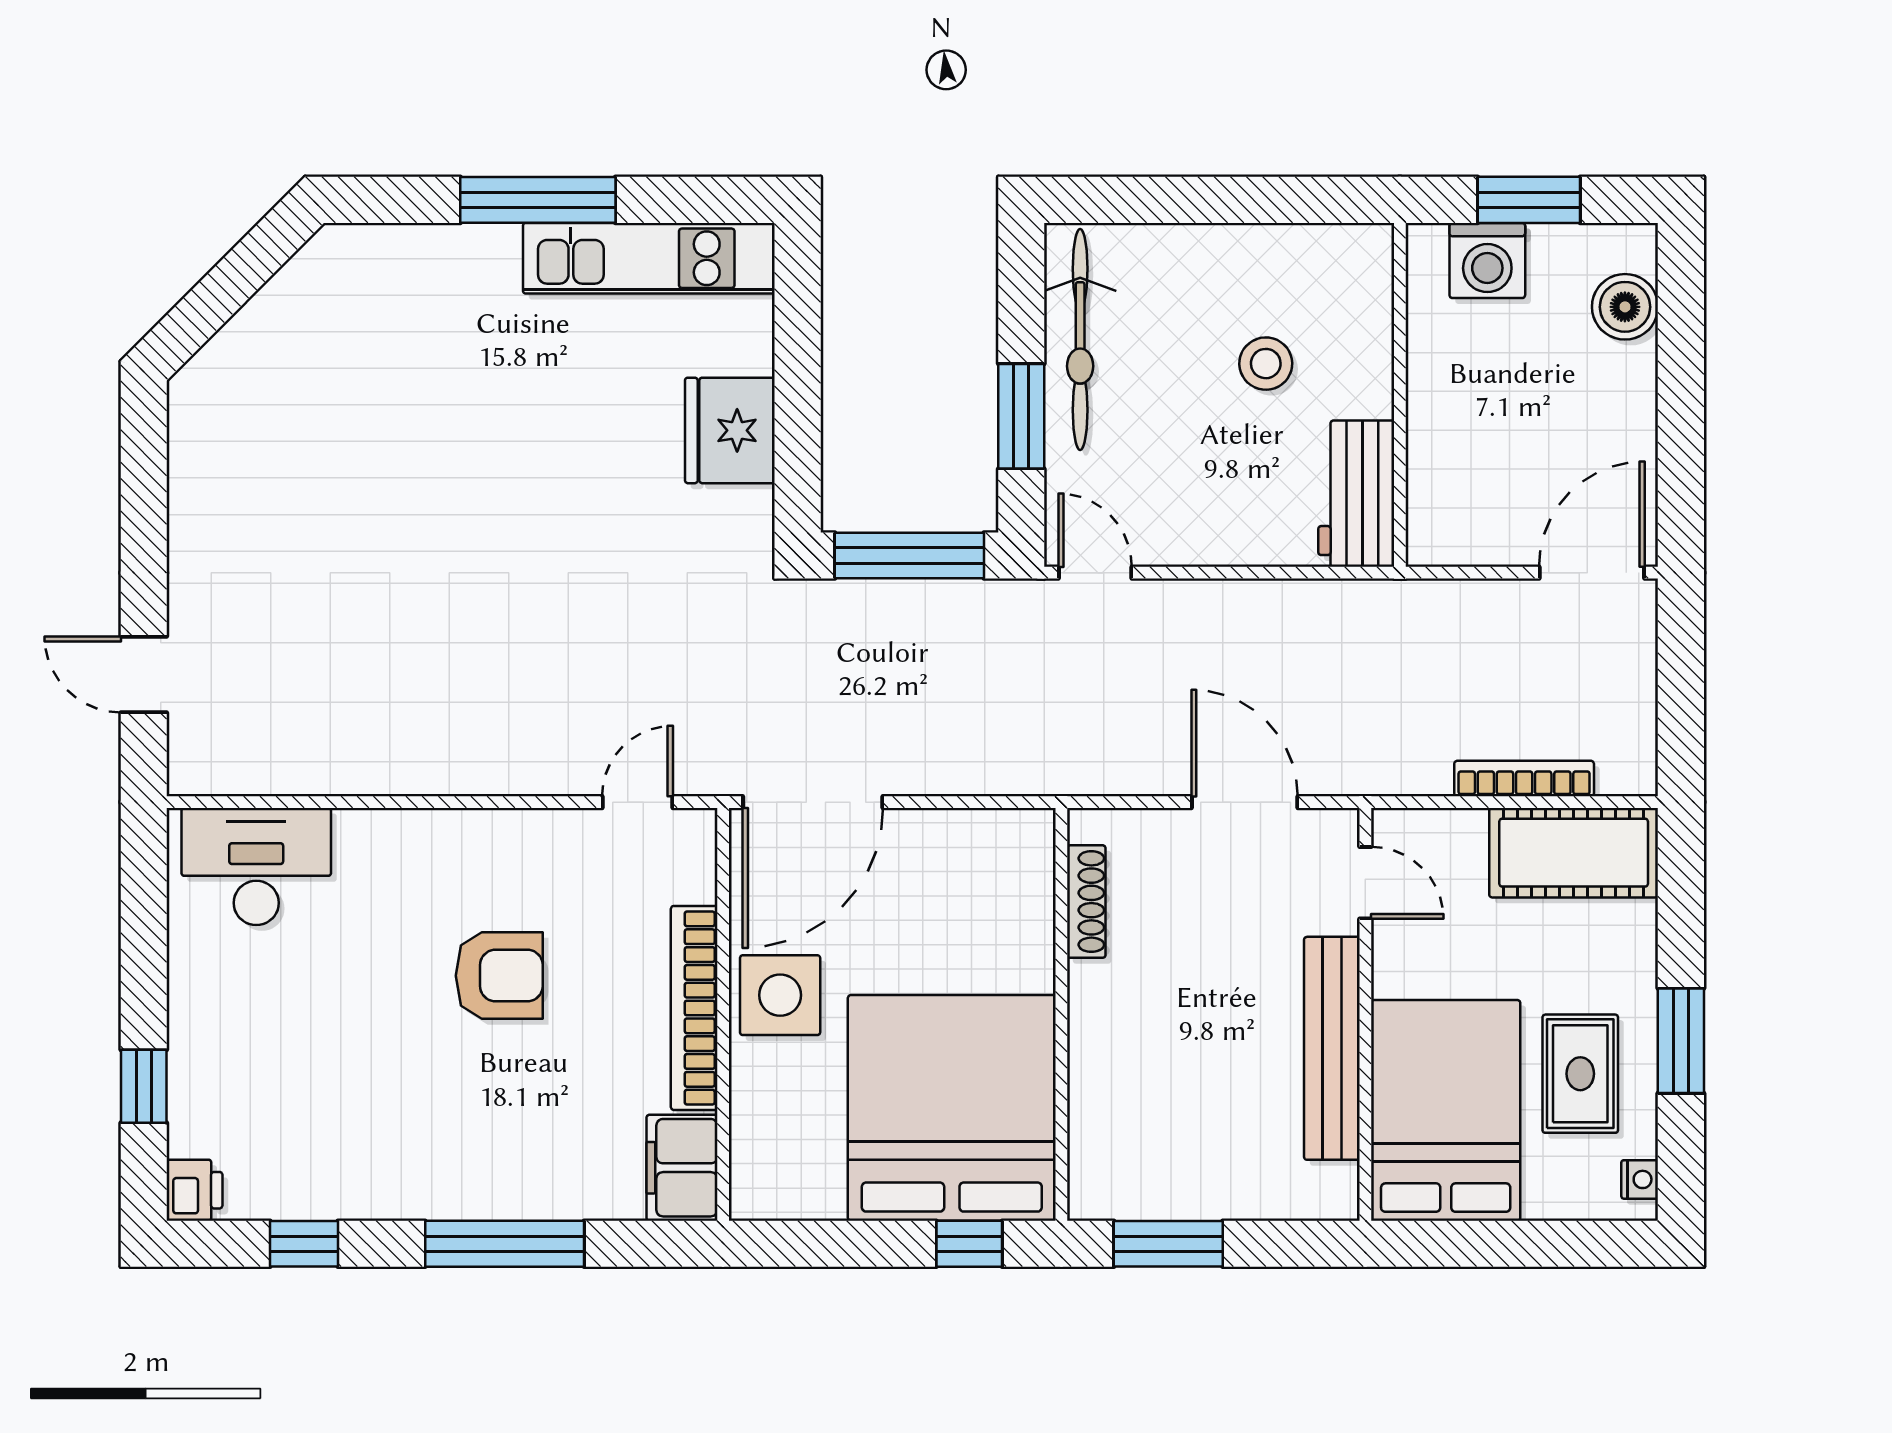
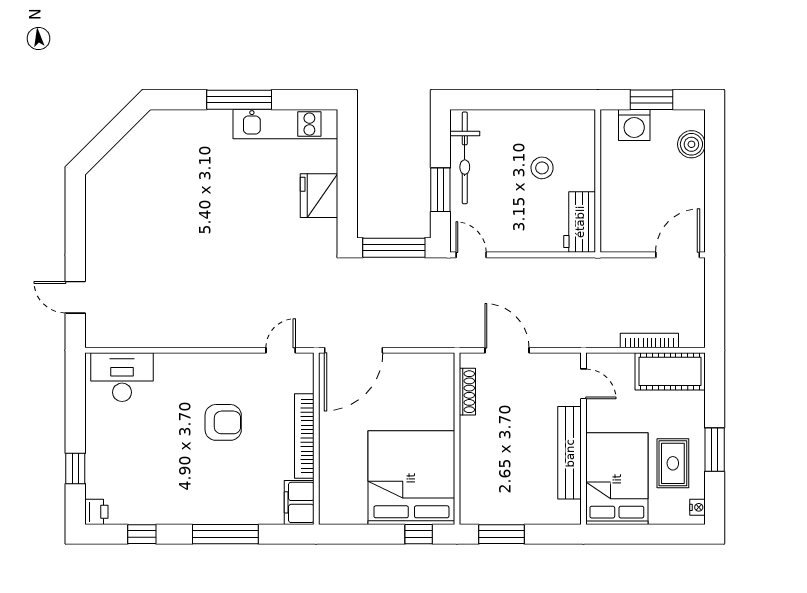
door: (1245, 802) -> (507, 350), moved
side table: (780, 995) -> (340, 431), removed

